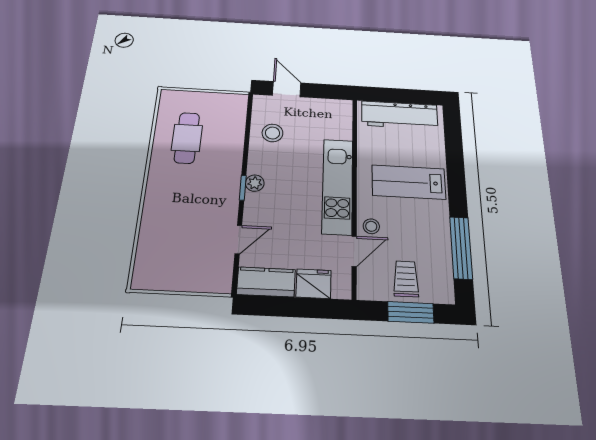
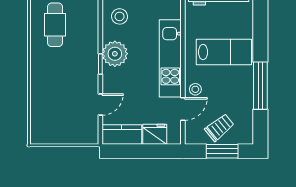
lab bench: (409, 182) -> (224, 52), turned 180
plant: (255, 183) -> (115, 54), width x1.88, depth x1.88
window: (461, 248) -> (260, 86), moved
trolley: (406, 279) -> (219, 128), turned 51

